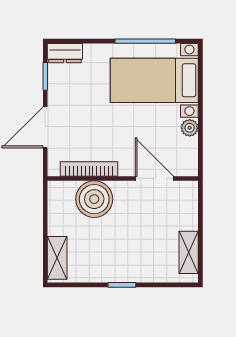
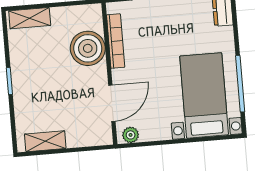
plant: (190, 128) -> (131, 135), moved

